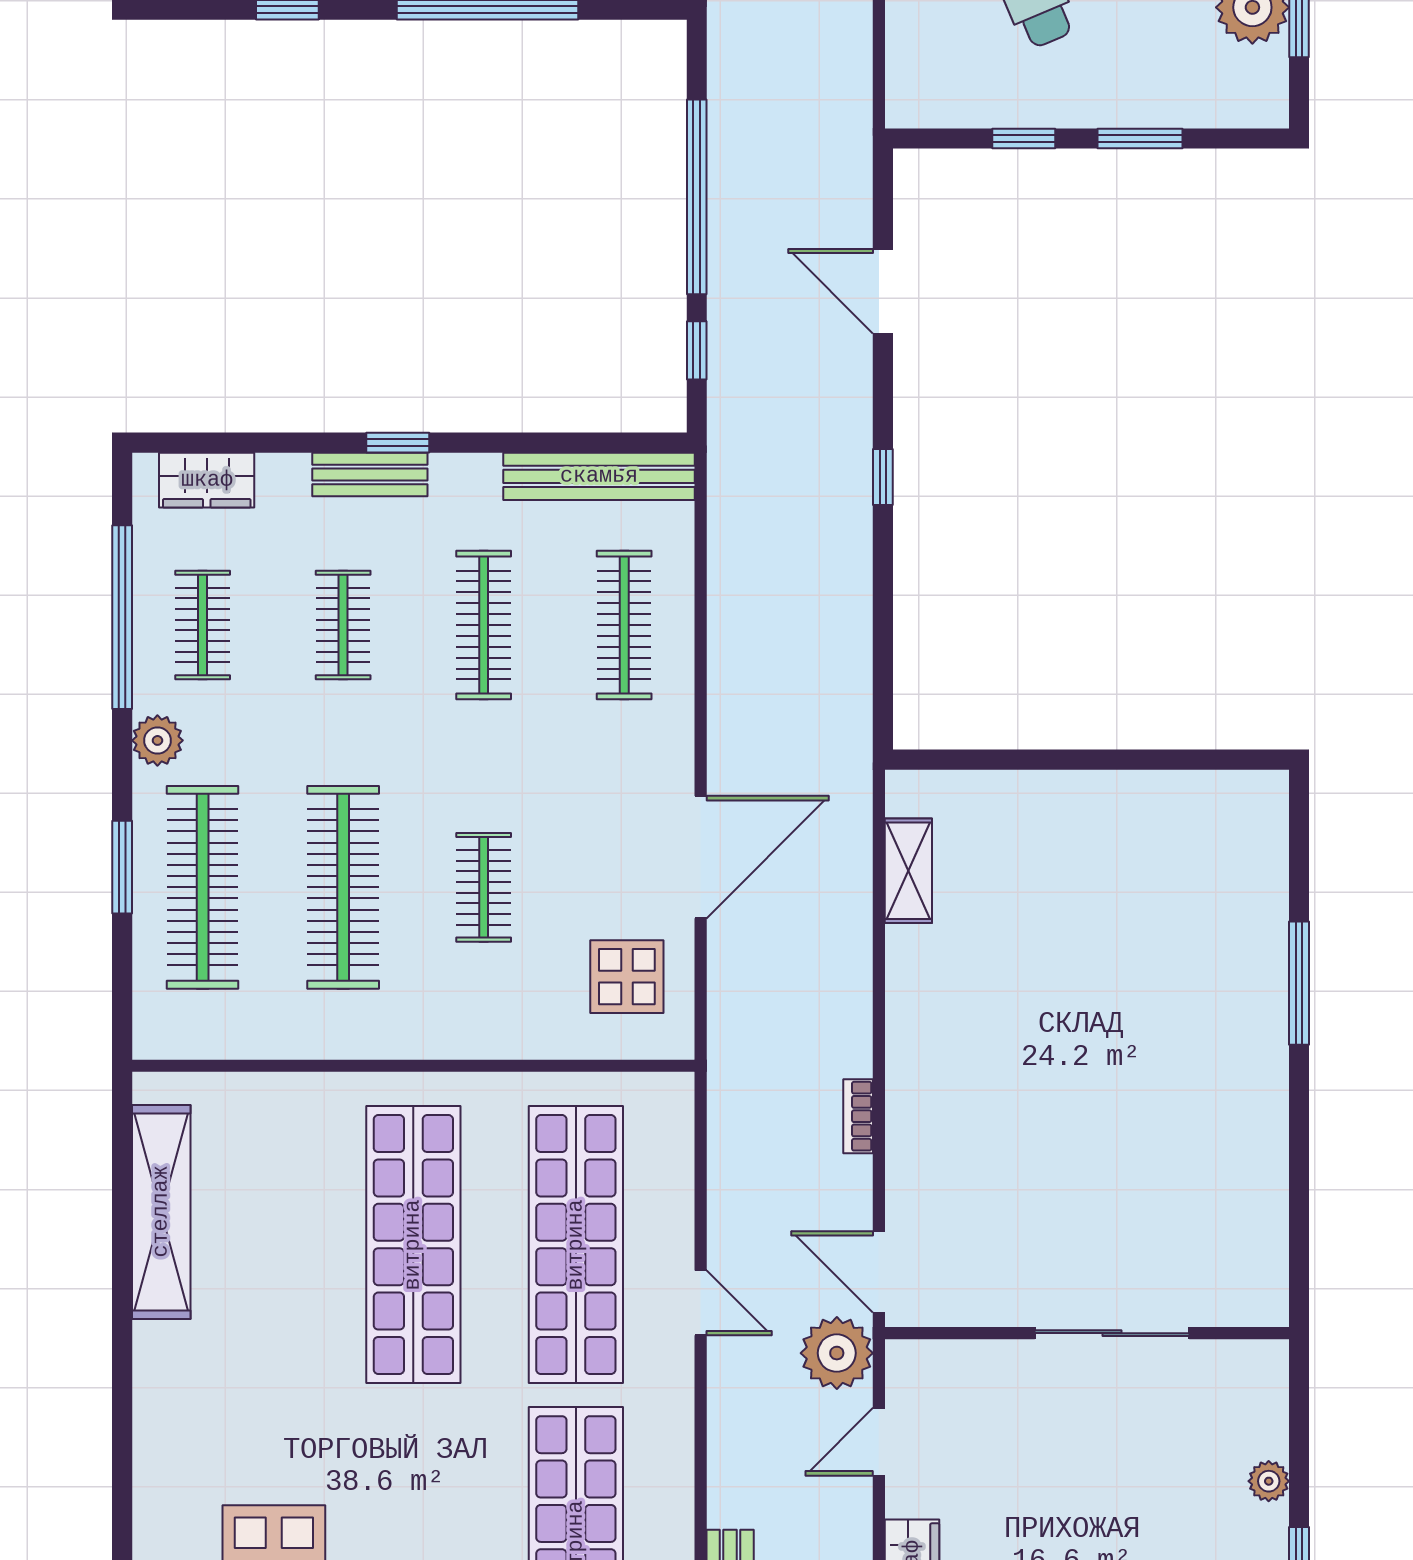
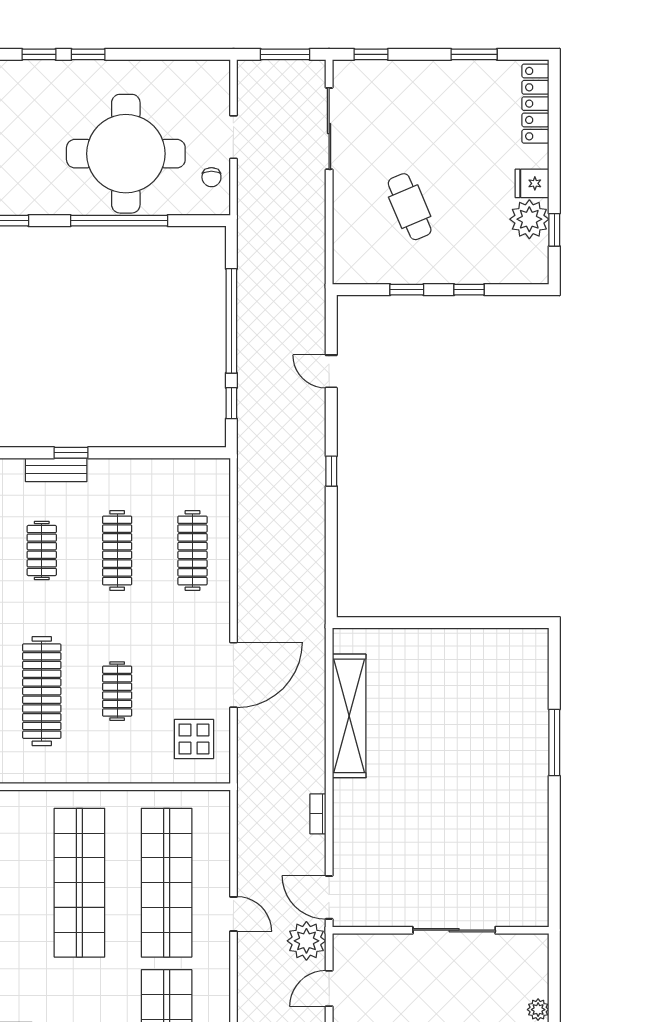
window: (1140, 139) -> (469, 290), width x0.67
door: (883, 291) -> (331, 371), width x0.73
bench: (599, 476) -> (179, 471), removed
shelving: (908, 871) -> (349, 716), width x2.20, depth x1.33

